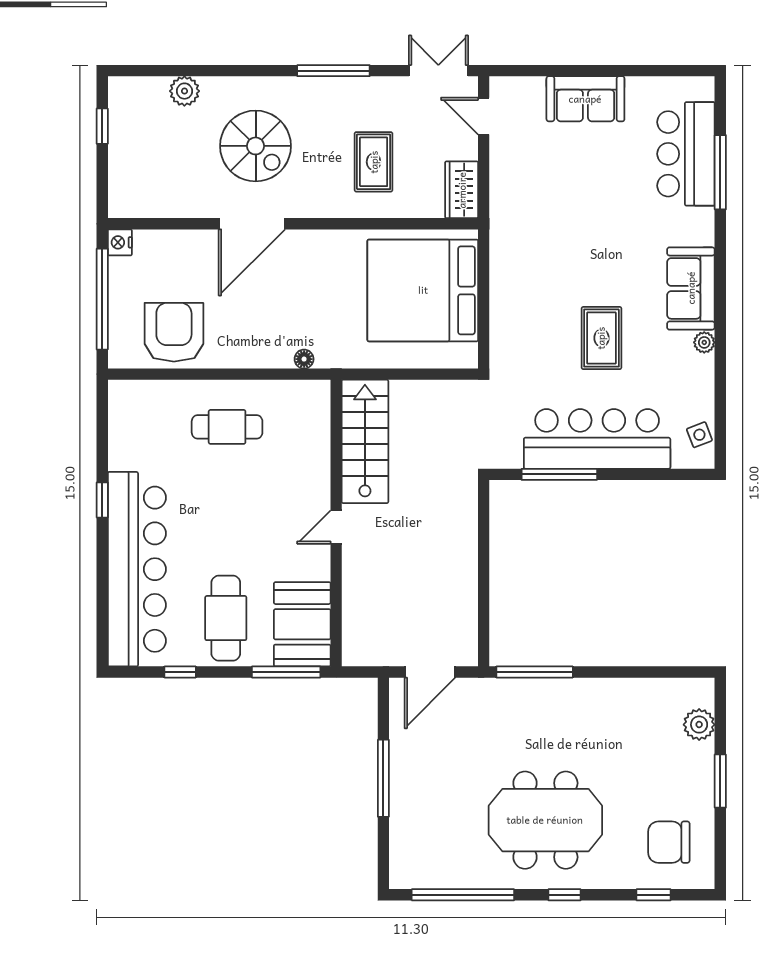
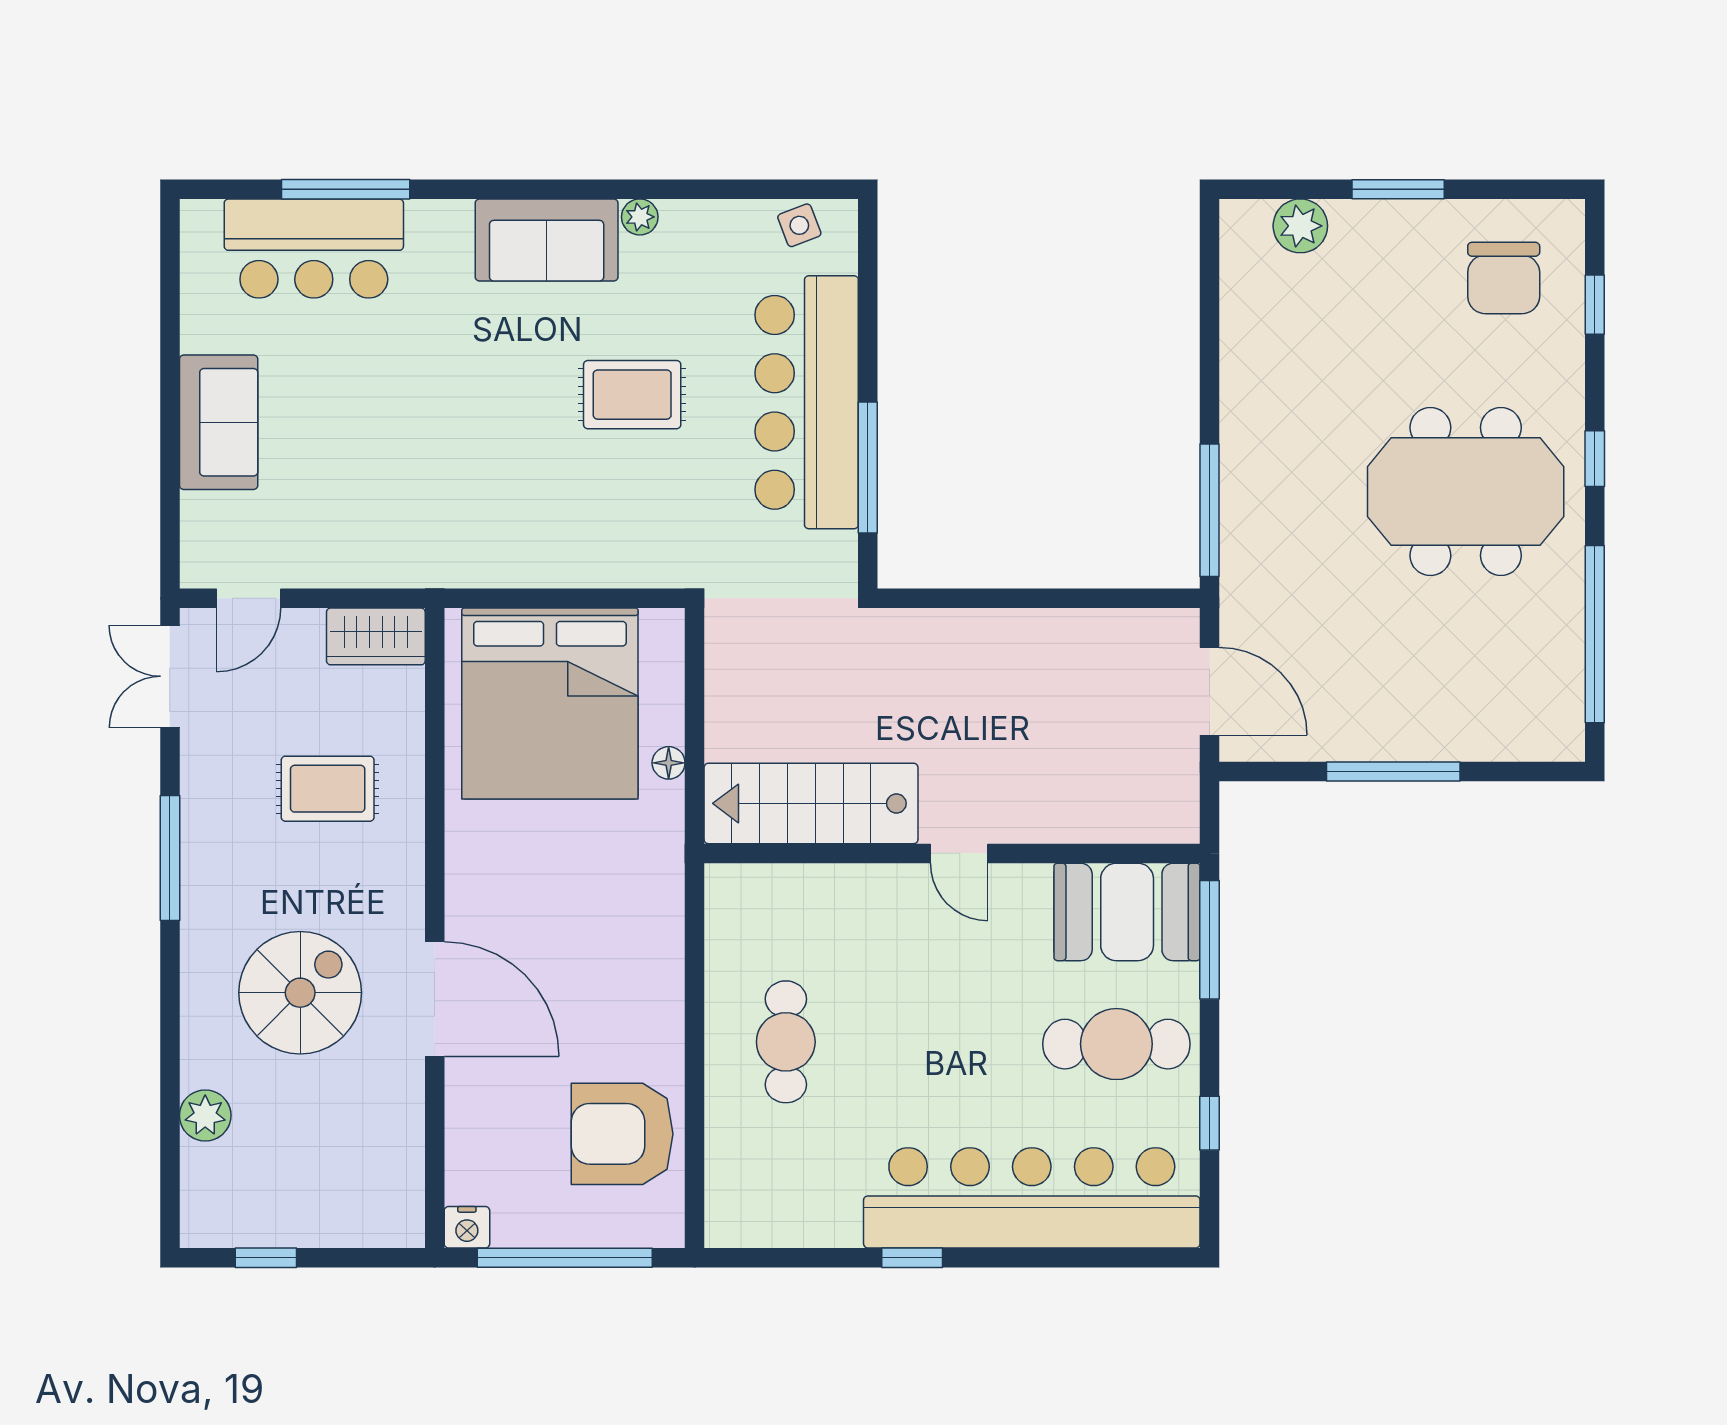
floor lamp: (304, 359) -> (669, 763), moved
meeting table: (545, 820) -> (1466, 492), turned 90

